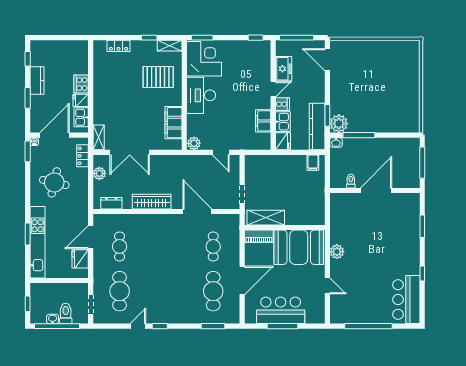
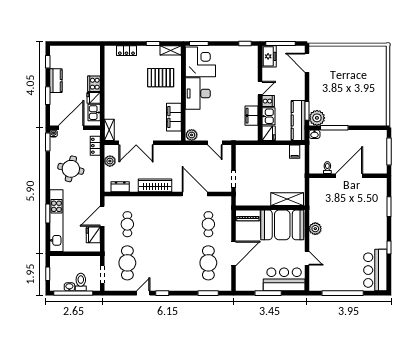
freezer: (284, 69) -> (269, 56), moved
shelving: (266, 218) -> (287, 199), moved
bar counter: (281, 310) -> (284, 279), moved

